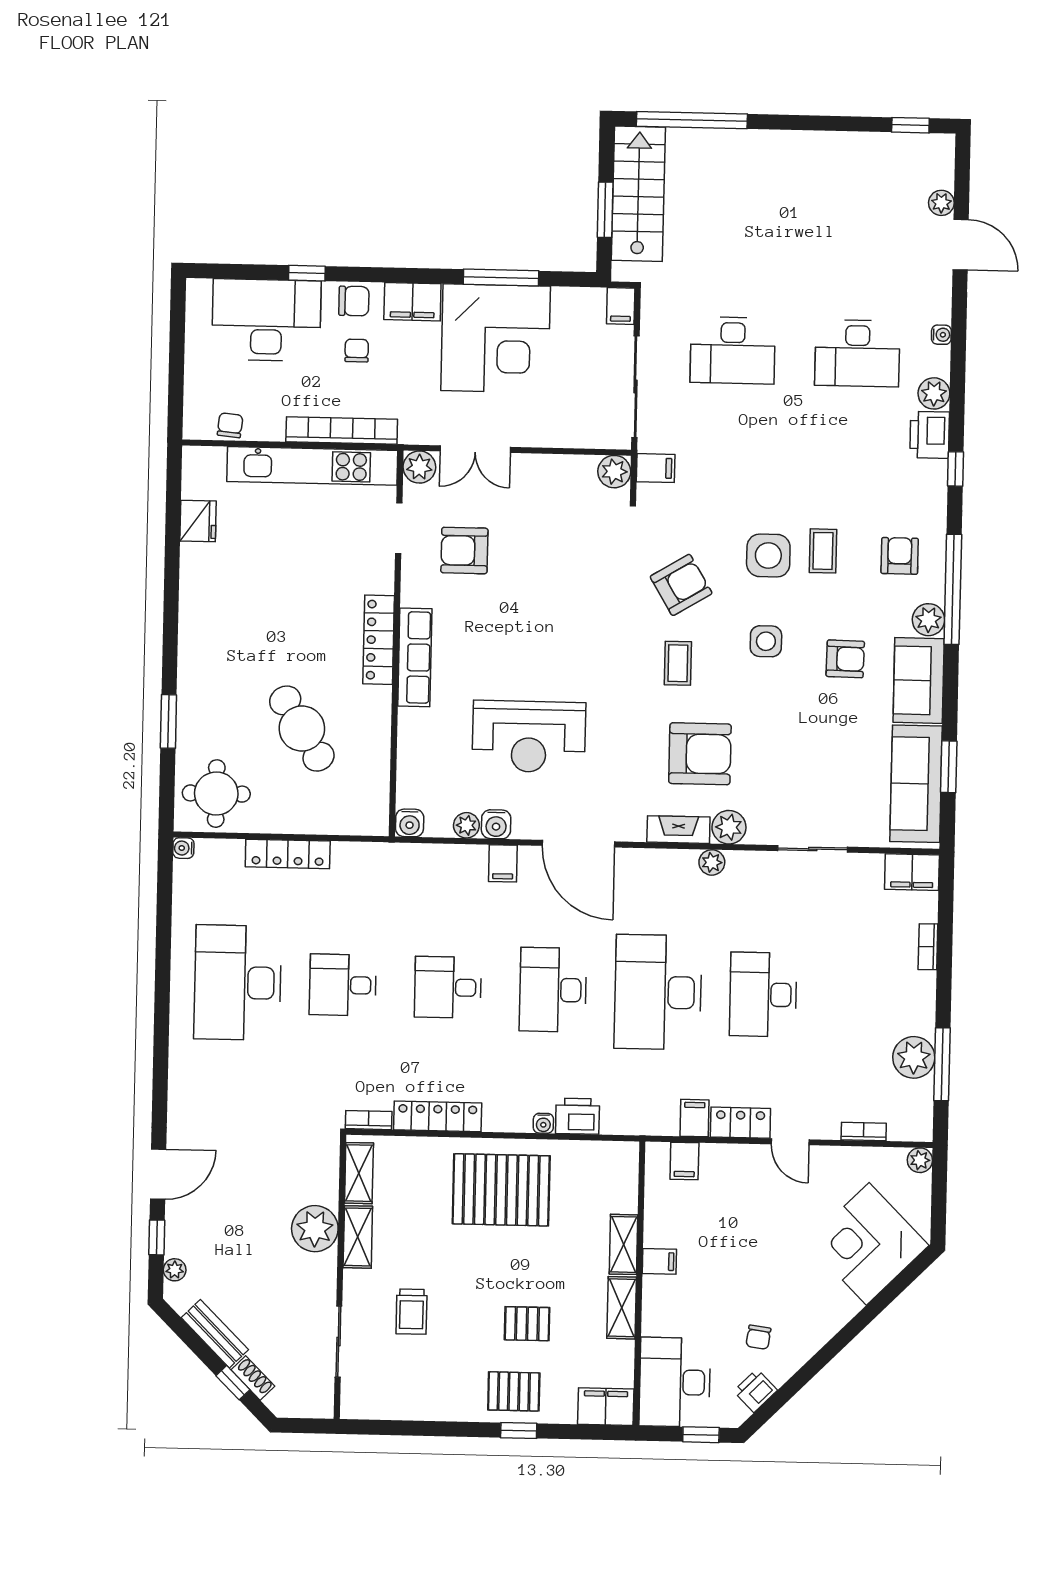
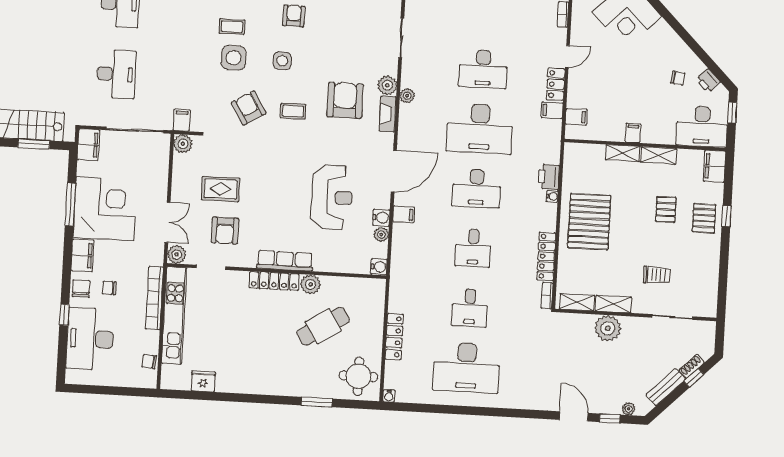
filing cabinet: (621, 306) -> (88, 145), width x2.00
rug: (537, 540) -> (221, 189), added
plant: (375, 704) -> (310, 284), added

